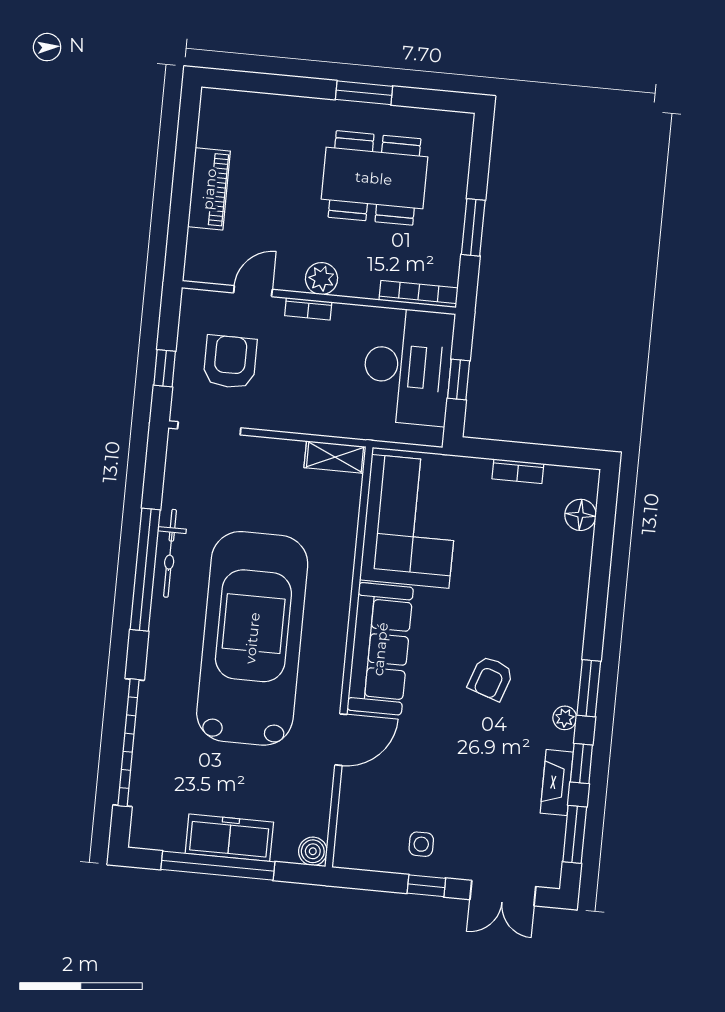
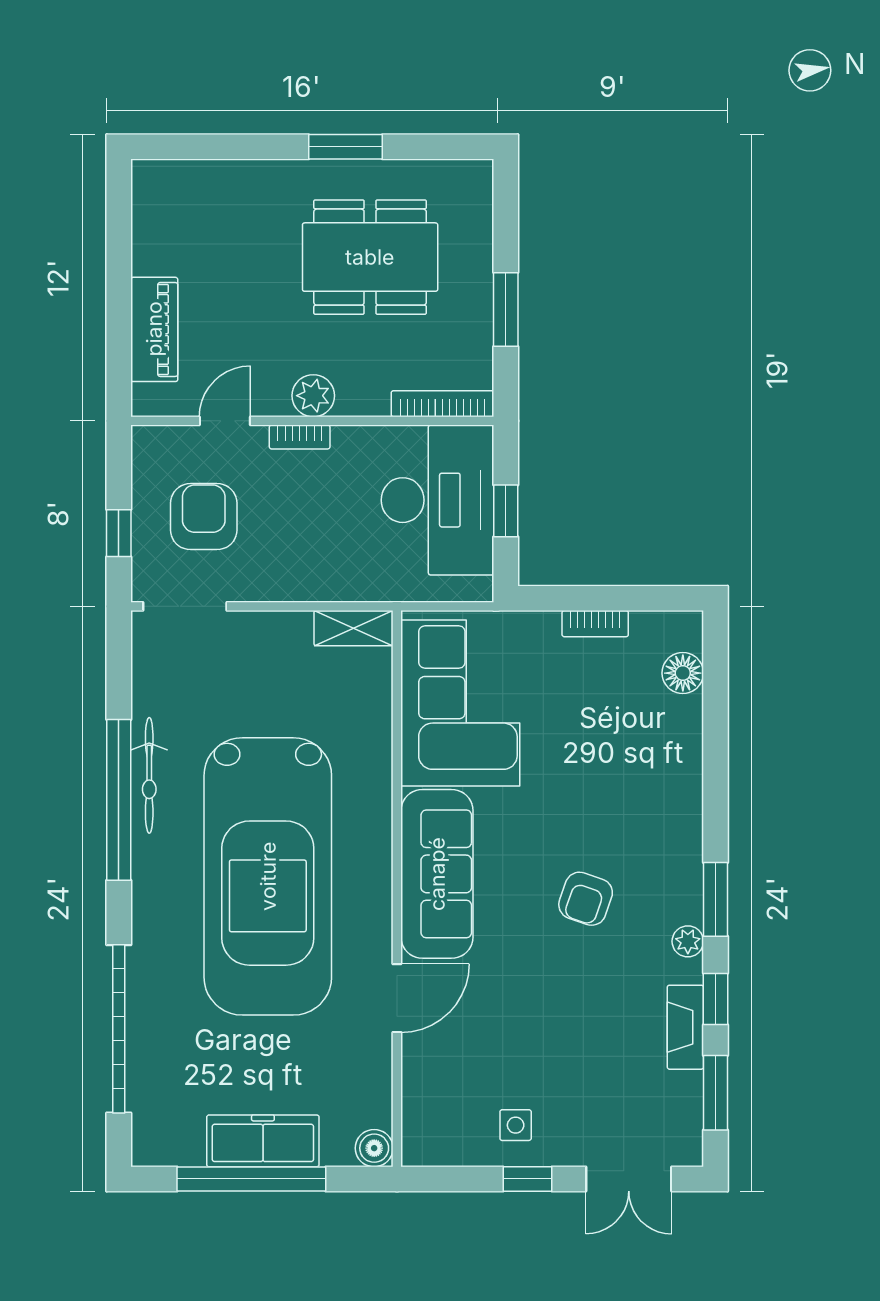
piano: (209, 189) -> (154, 329), moved
car: (252, 638) -> (268, 876), turned 180

